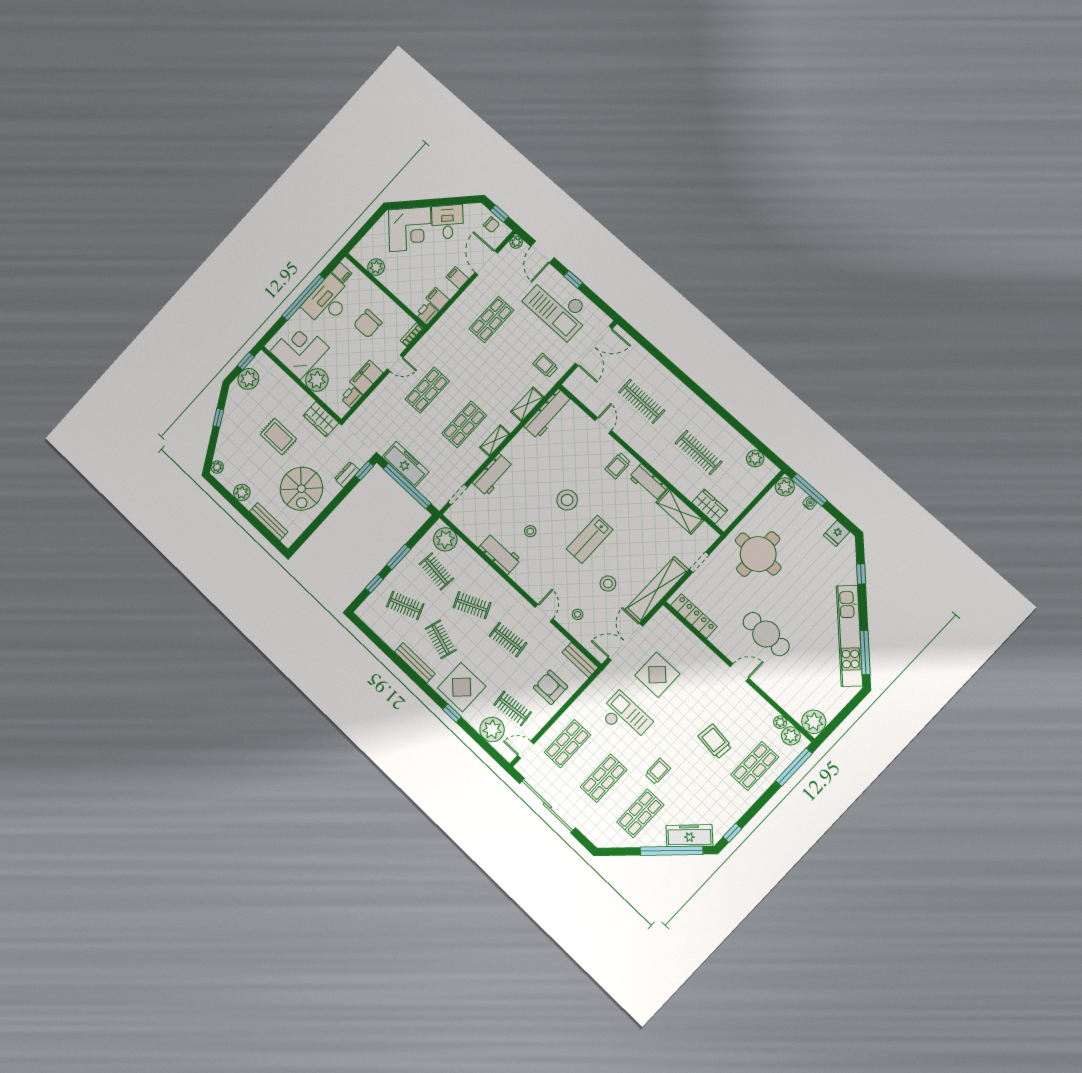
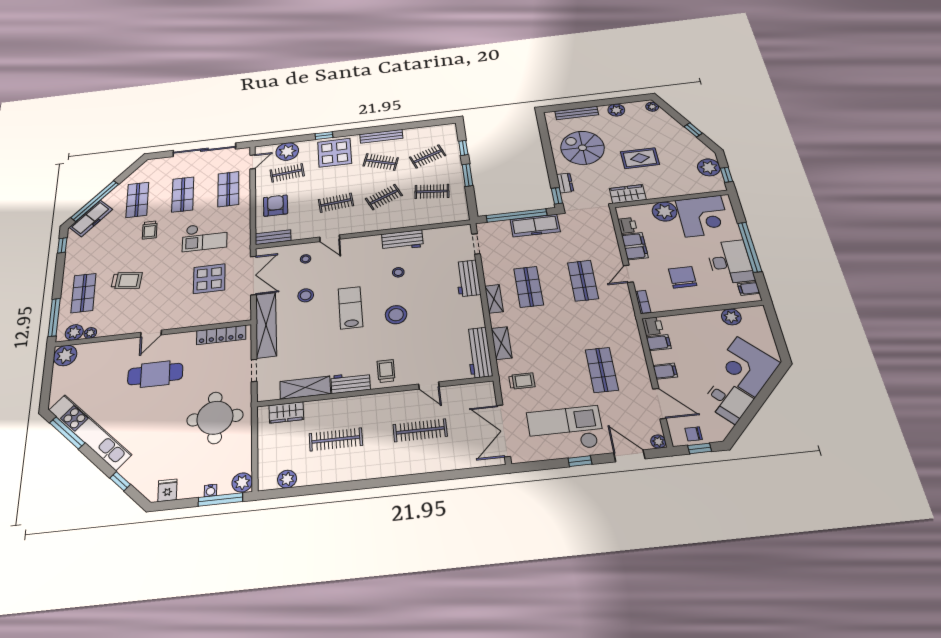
plant: (445, 539) -> (450, 213), removed
armchair: (551, 687) -> (275, 206), turned -90

